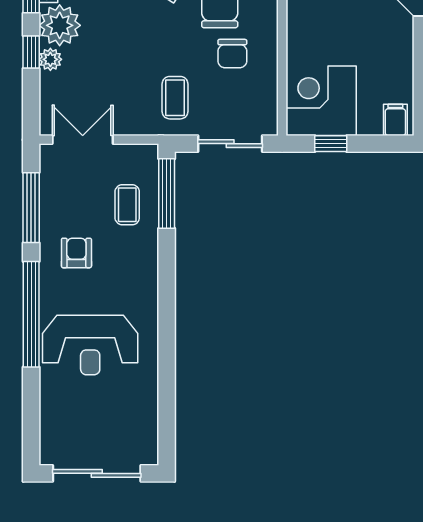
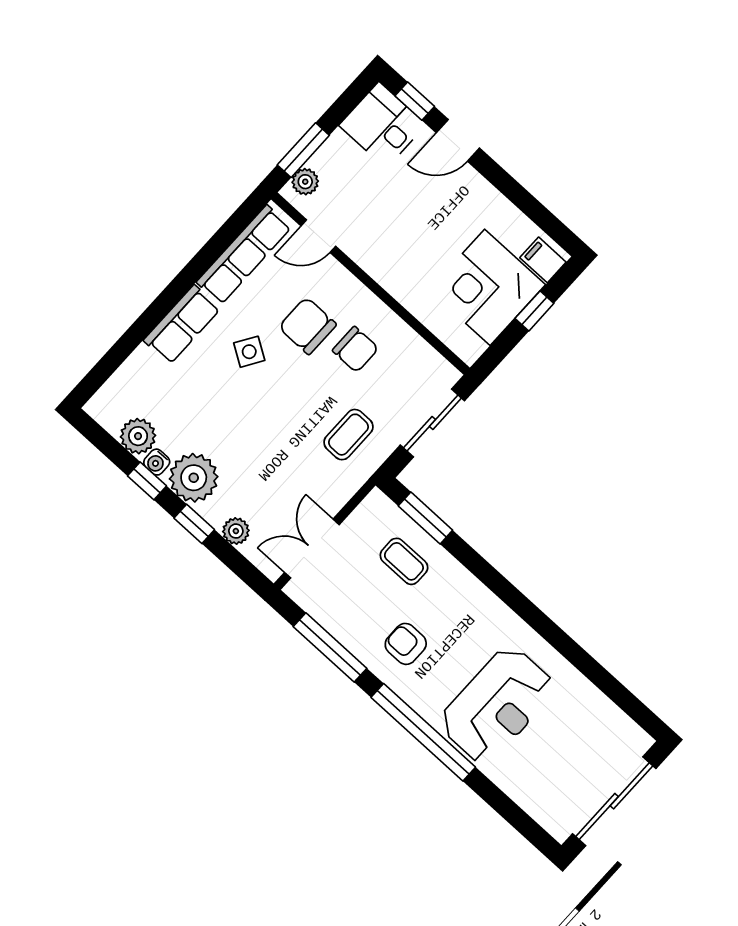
plant: (50, 59) -> (236, 531), moved
coffee table: (175, 98) -> (349, 435), turned 90
corner desk: (321, 101) -> (487, 287), moved
window: (331, 144) -> (534, 311), moved
window: (167, 193) -> (425, 518), width x0.69

